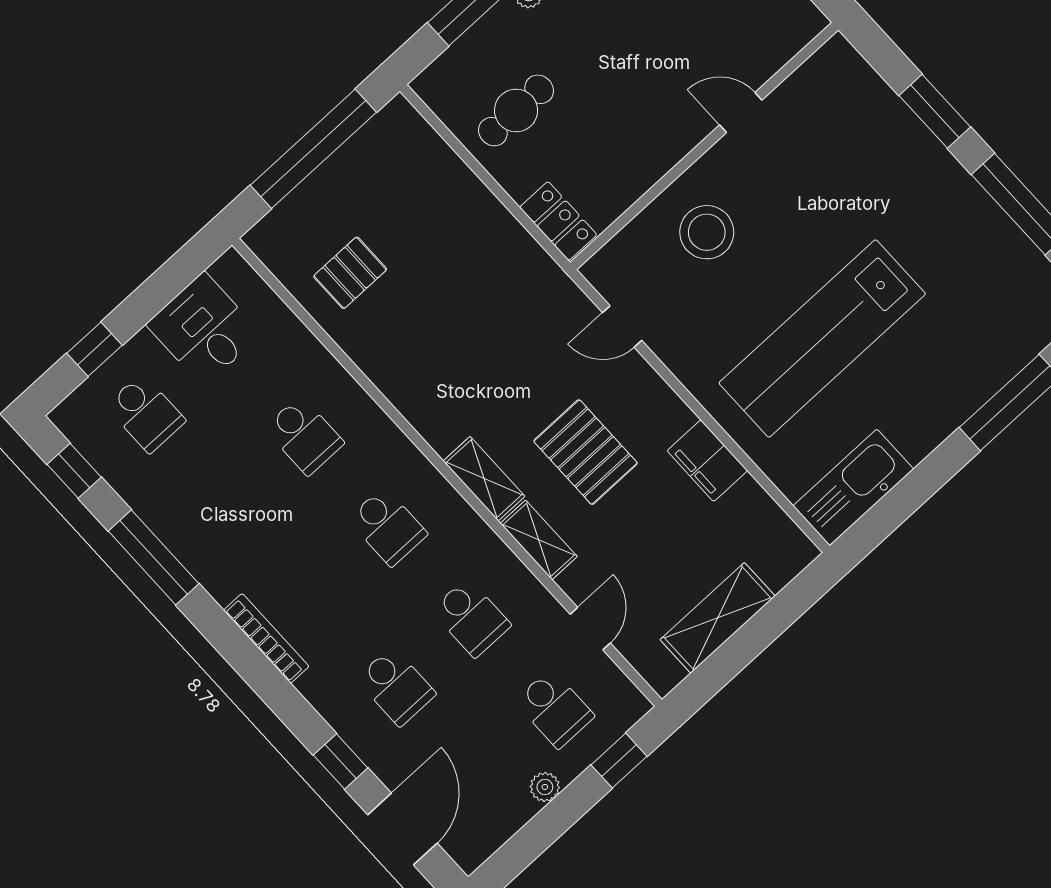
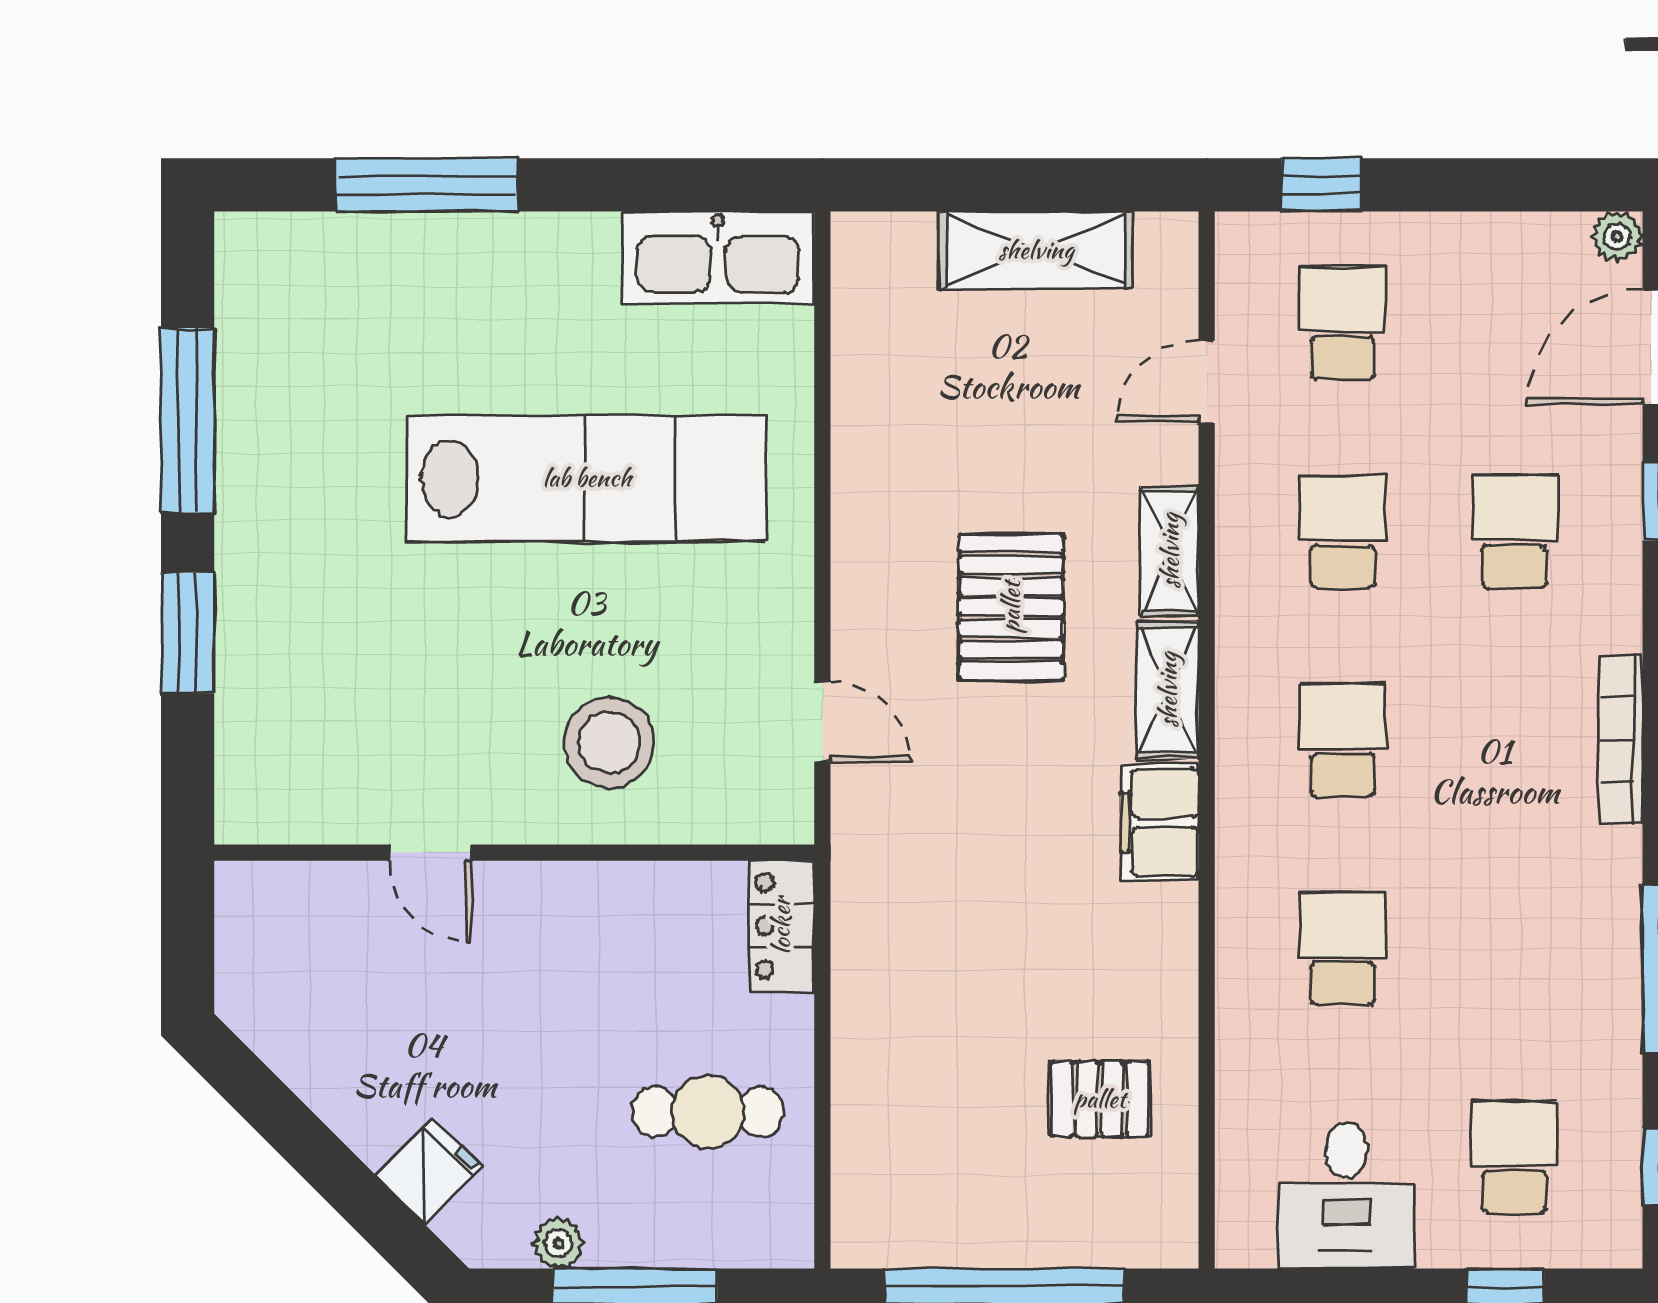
filing cabinet: (707, 461) -> (1160, 822), moved, turned 180
plant: (545, 787) -> (1617, 236), moved

